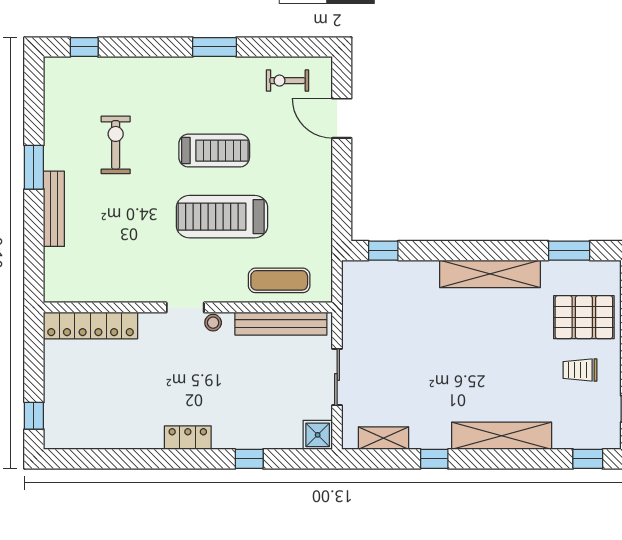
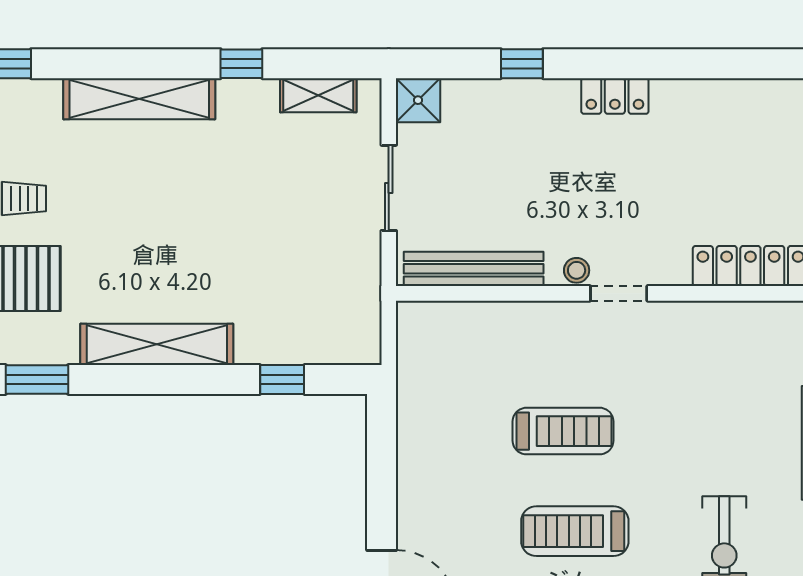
treadmill: (222, 217) -> (563, 431), width x0.73, depth x0.73
window: (383, 251) -> (282, 380), moved
exercise mat: (279, 280) -> (476, 334), removed

